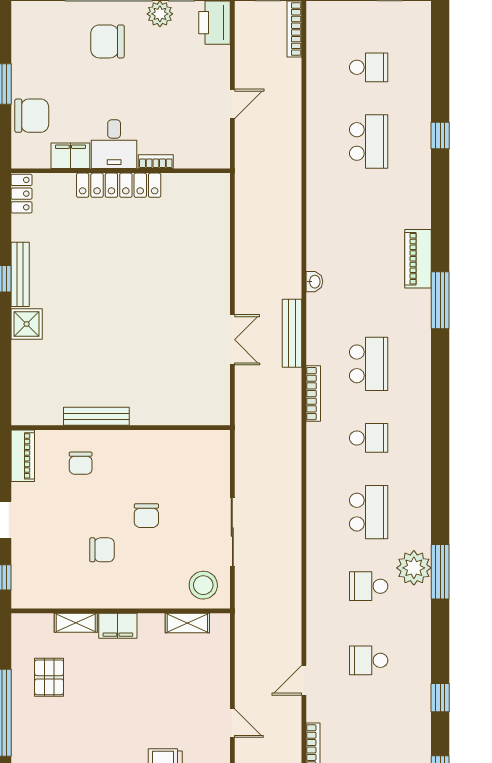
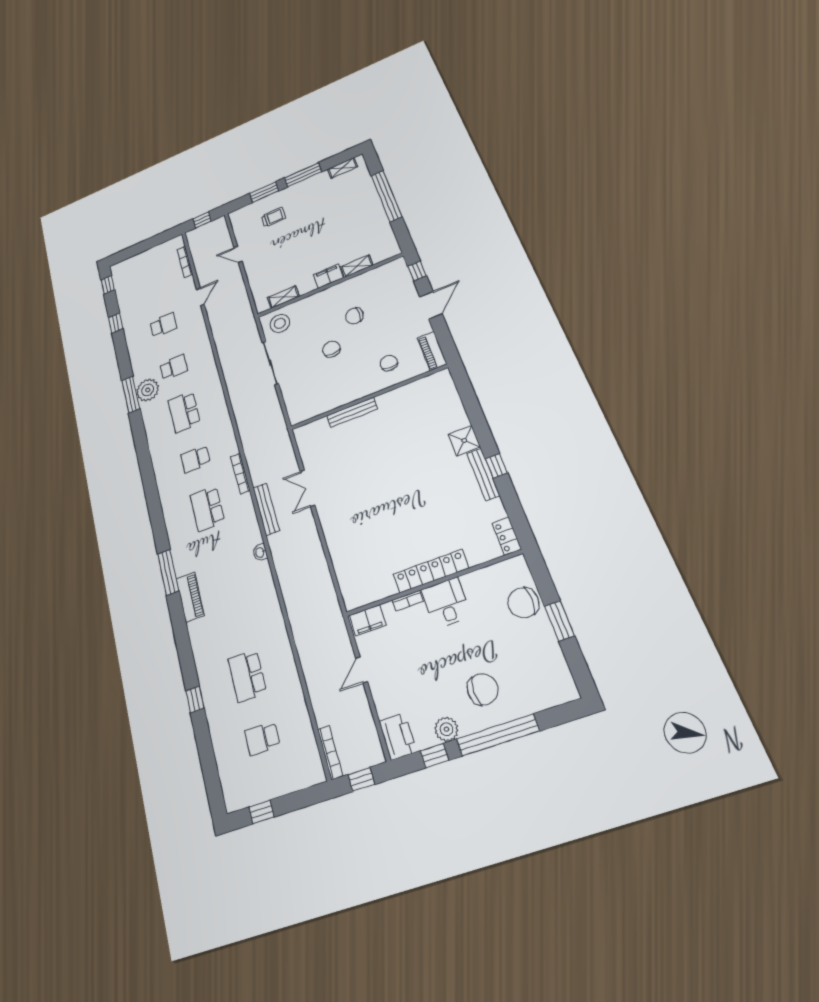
filing cabinet: (70, 156) -> (368, 620), moved
bench: (96, 416) -> (352, 412), moved
pallet: (49, 677) -> (363, 228), removed

